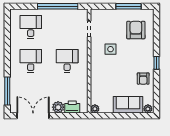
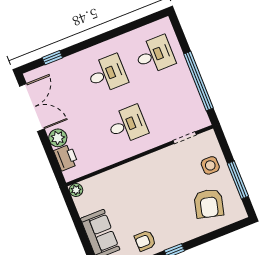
armchair: (136, 30) -> (209, 204), turned 104
side table: (111, 49) -> (210, 165), moved
window: (7, 91) -> (52, 58), width x0.46

